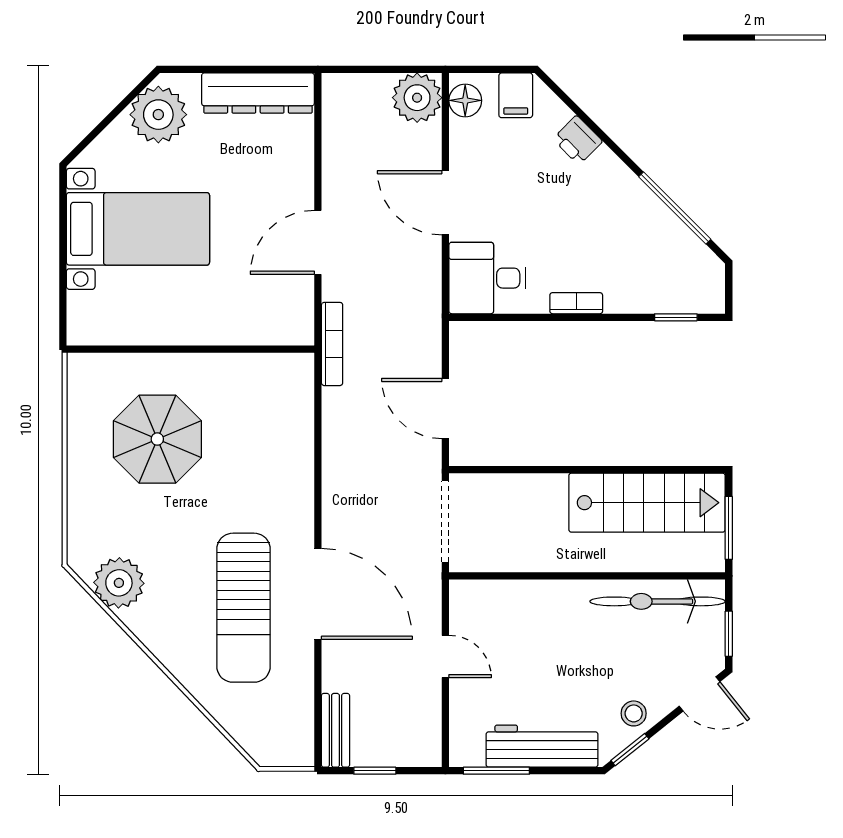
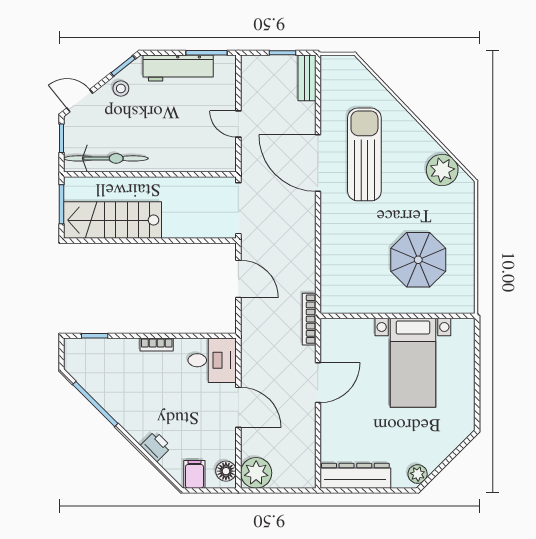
plant: (158, 115) -> (418, 474), width x0.53, depth x0.53
bed with nightstands: (138, 229) -> (413, 363), moved, turned -90

